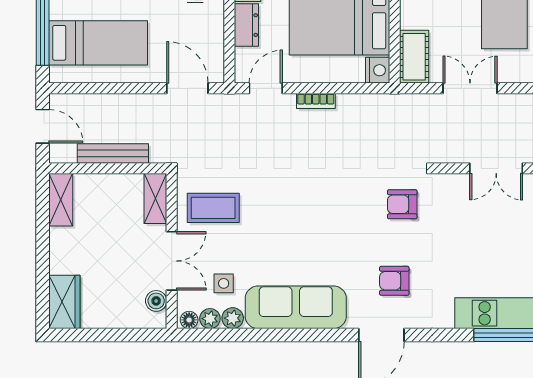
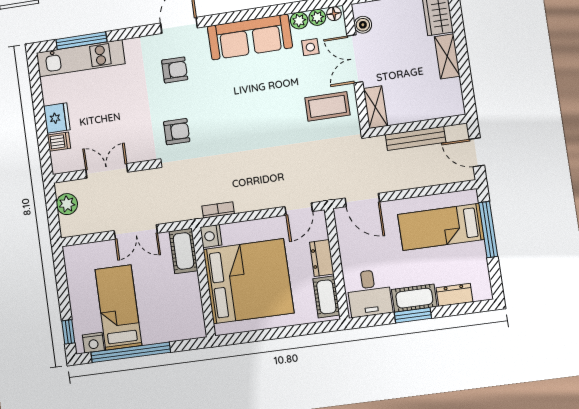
bookcase: (316, 101) -> (218, 210), moved
shelving: (61, 200) -> (447, 56), moved

